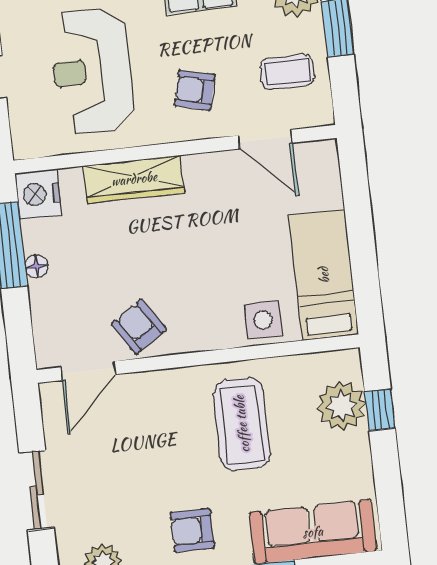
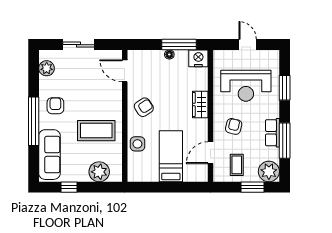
reception desk: (92, 71) -> (246, 86), turned 180
wardrobe: (134, 179) -> (200, 104), width x0.67
bed: (324, 275) -> (171, 156), moved, turned -90
armchair: (139, 327) -> (144, 107), moved
window: (380, 410) -> (69, 187), moved

